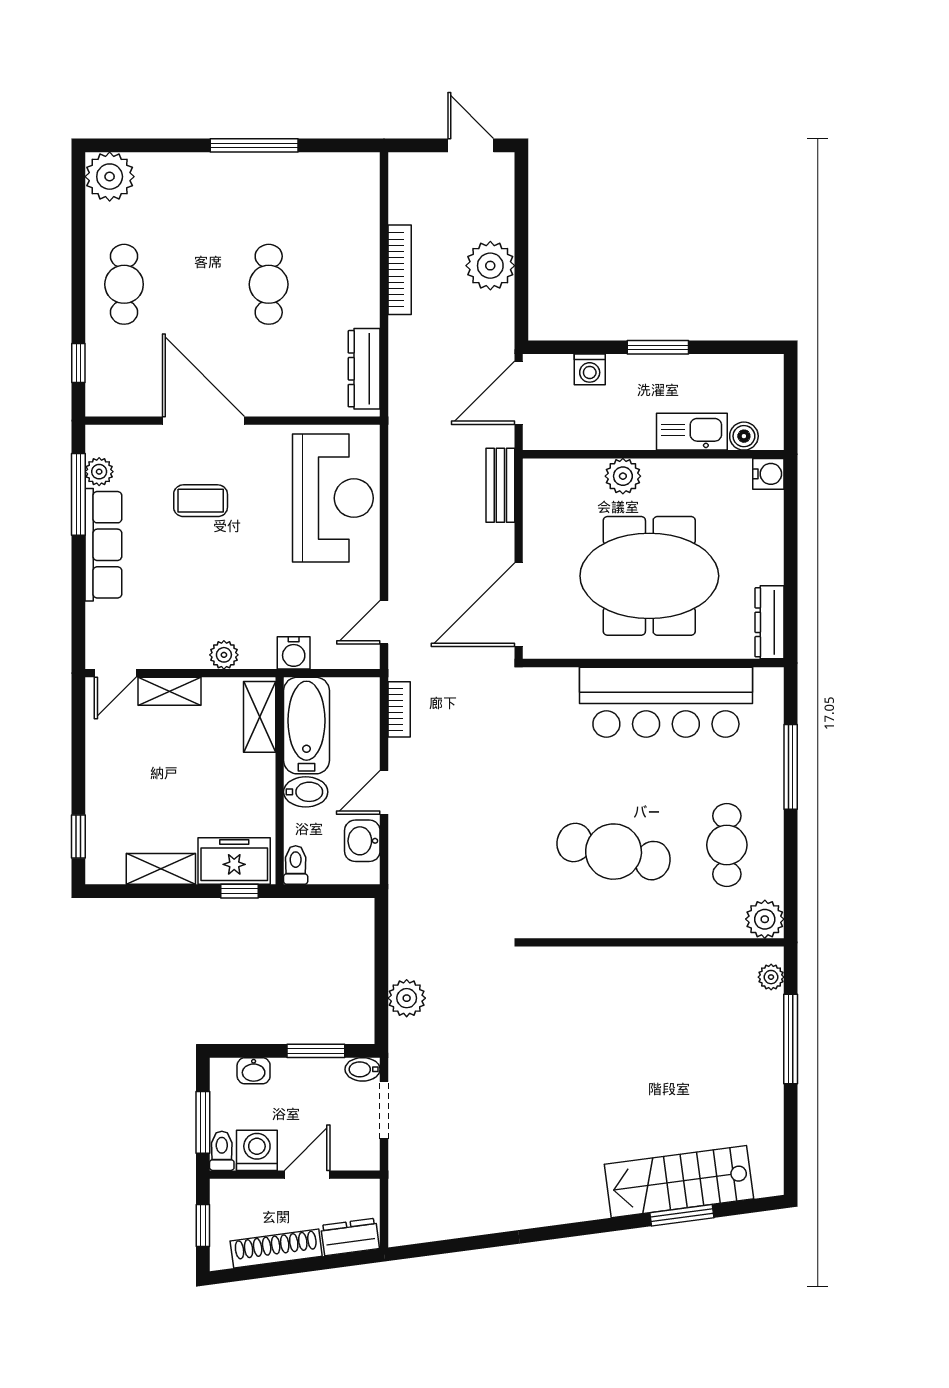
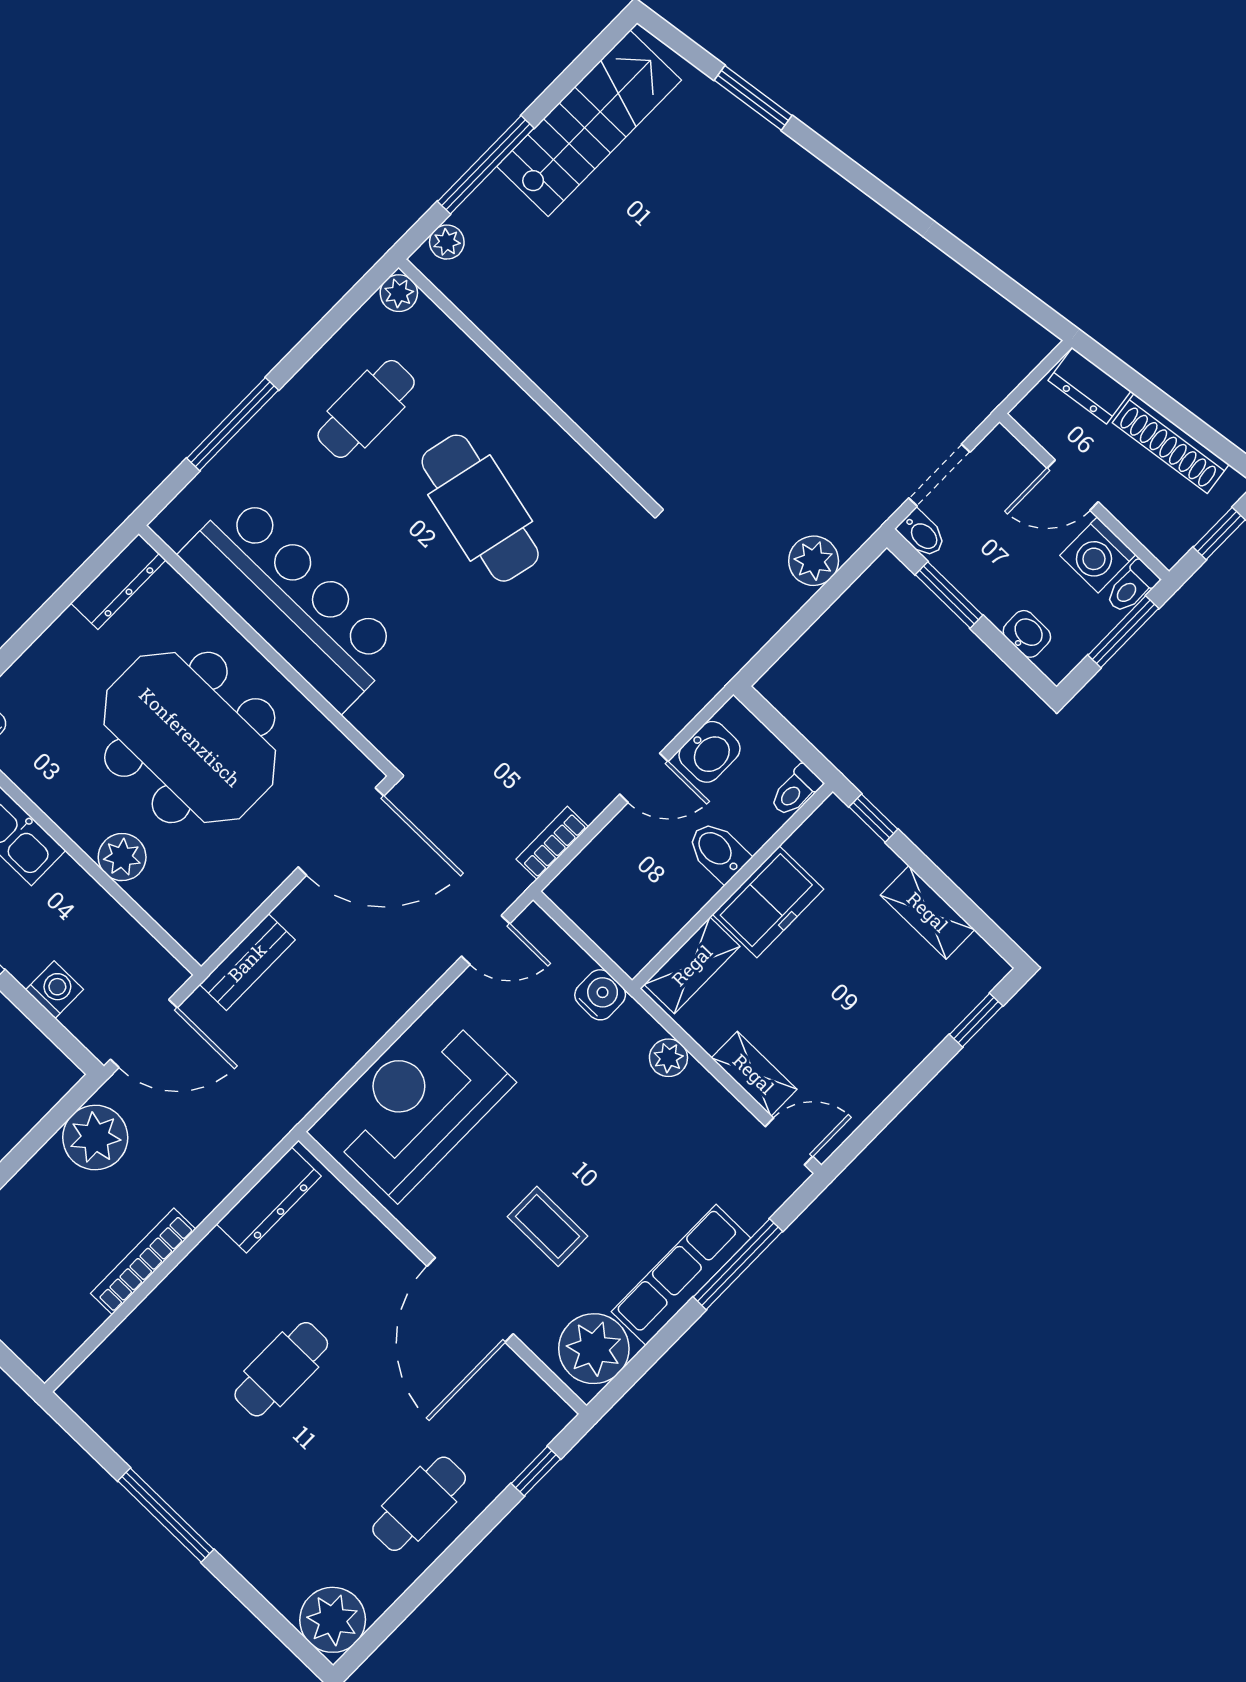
plant: (490, 266) -> (95, 1137), moved
plant: (99, 472) -> (594, 1349), width x1.87, depth x1.87
window: (78, 494) -> (738, 1264), moved
bathtub: (306, 726) -> (656, 914), removed
freezer: (234, 861) -> (768, 902), moved, turned -90
plant: (765, 919) -> (399, 293), width x0.73, depth x0.73
stairs: (679, 1182) -> (589, 123), moved, turned -82

